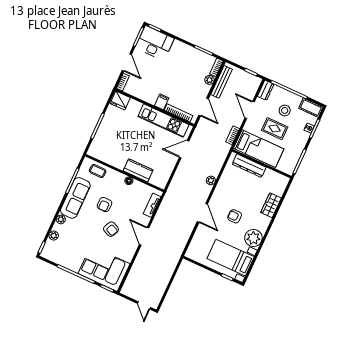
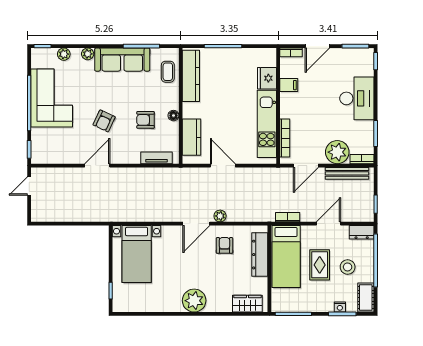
desk: (155, 43) -> (357, 98), moved
plant: (210, 80) -> (337, 152), width x1.88, depth x1.88
fridge: (120, 101) -> (267, 78), moved
filing cabinet: (162, 102) -> (289, 85), moved
door: (184, 149) -> (223, 166), moved
kitchen counter: (108, 157) -> (191, 76), added
kitchen counter: (138, 170) -> (191, 137), moved
armchair: (104, 205) -> (145, 120), moved
wardrobe: (271, 205) -> (247, 304), moved
door: (202, 213) -> (196, 224), moved
armchair: (235, 216) -> (224, 245), moved
door: (144, 236) -> (97, 166), moved
plant: (253, 238) -> (194, 301), moved
bed with nightstands: (231, 258) -> (137, 254), moved, turned 180
corner sofa: (104, 269) -> (52, 98), moved
door: (144, 305) -> (29, 186), moved

